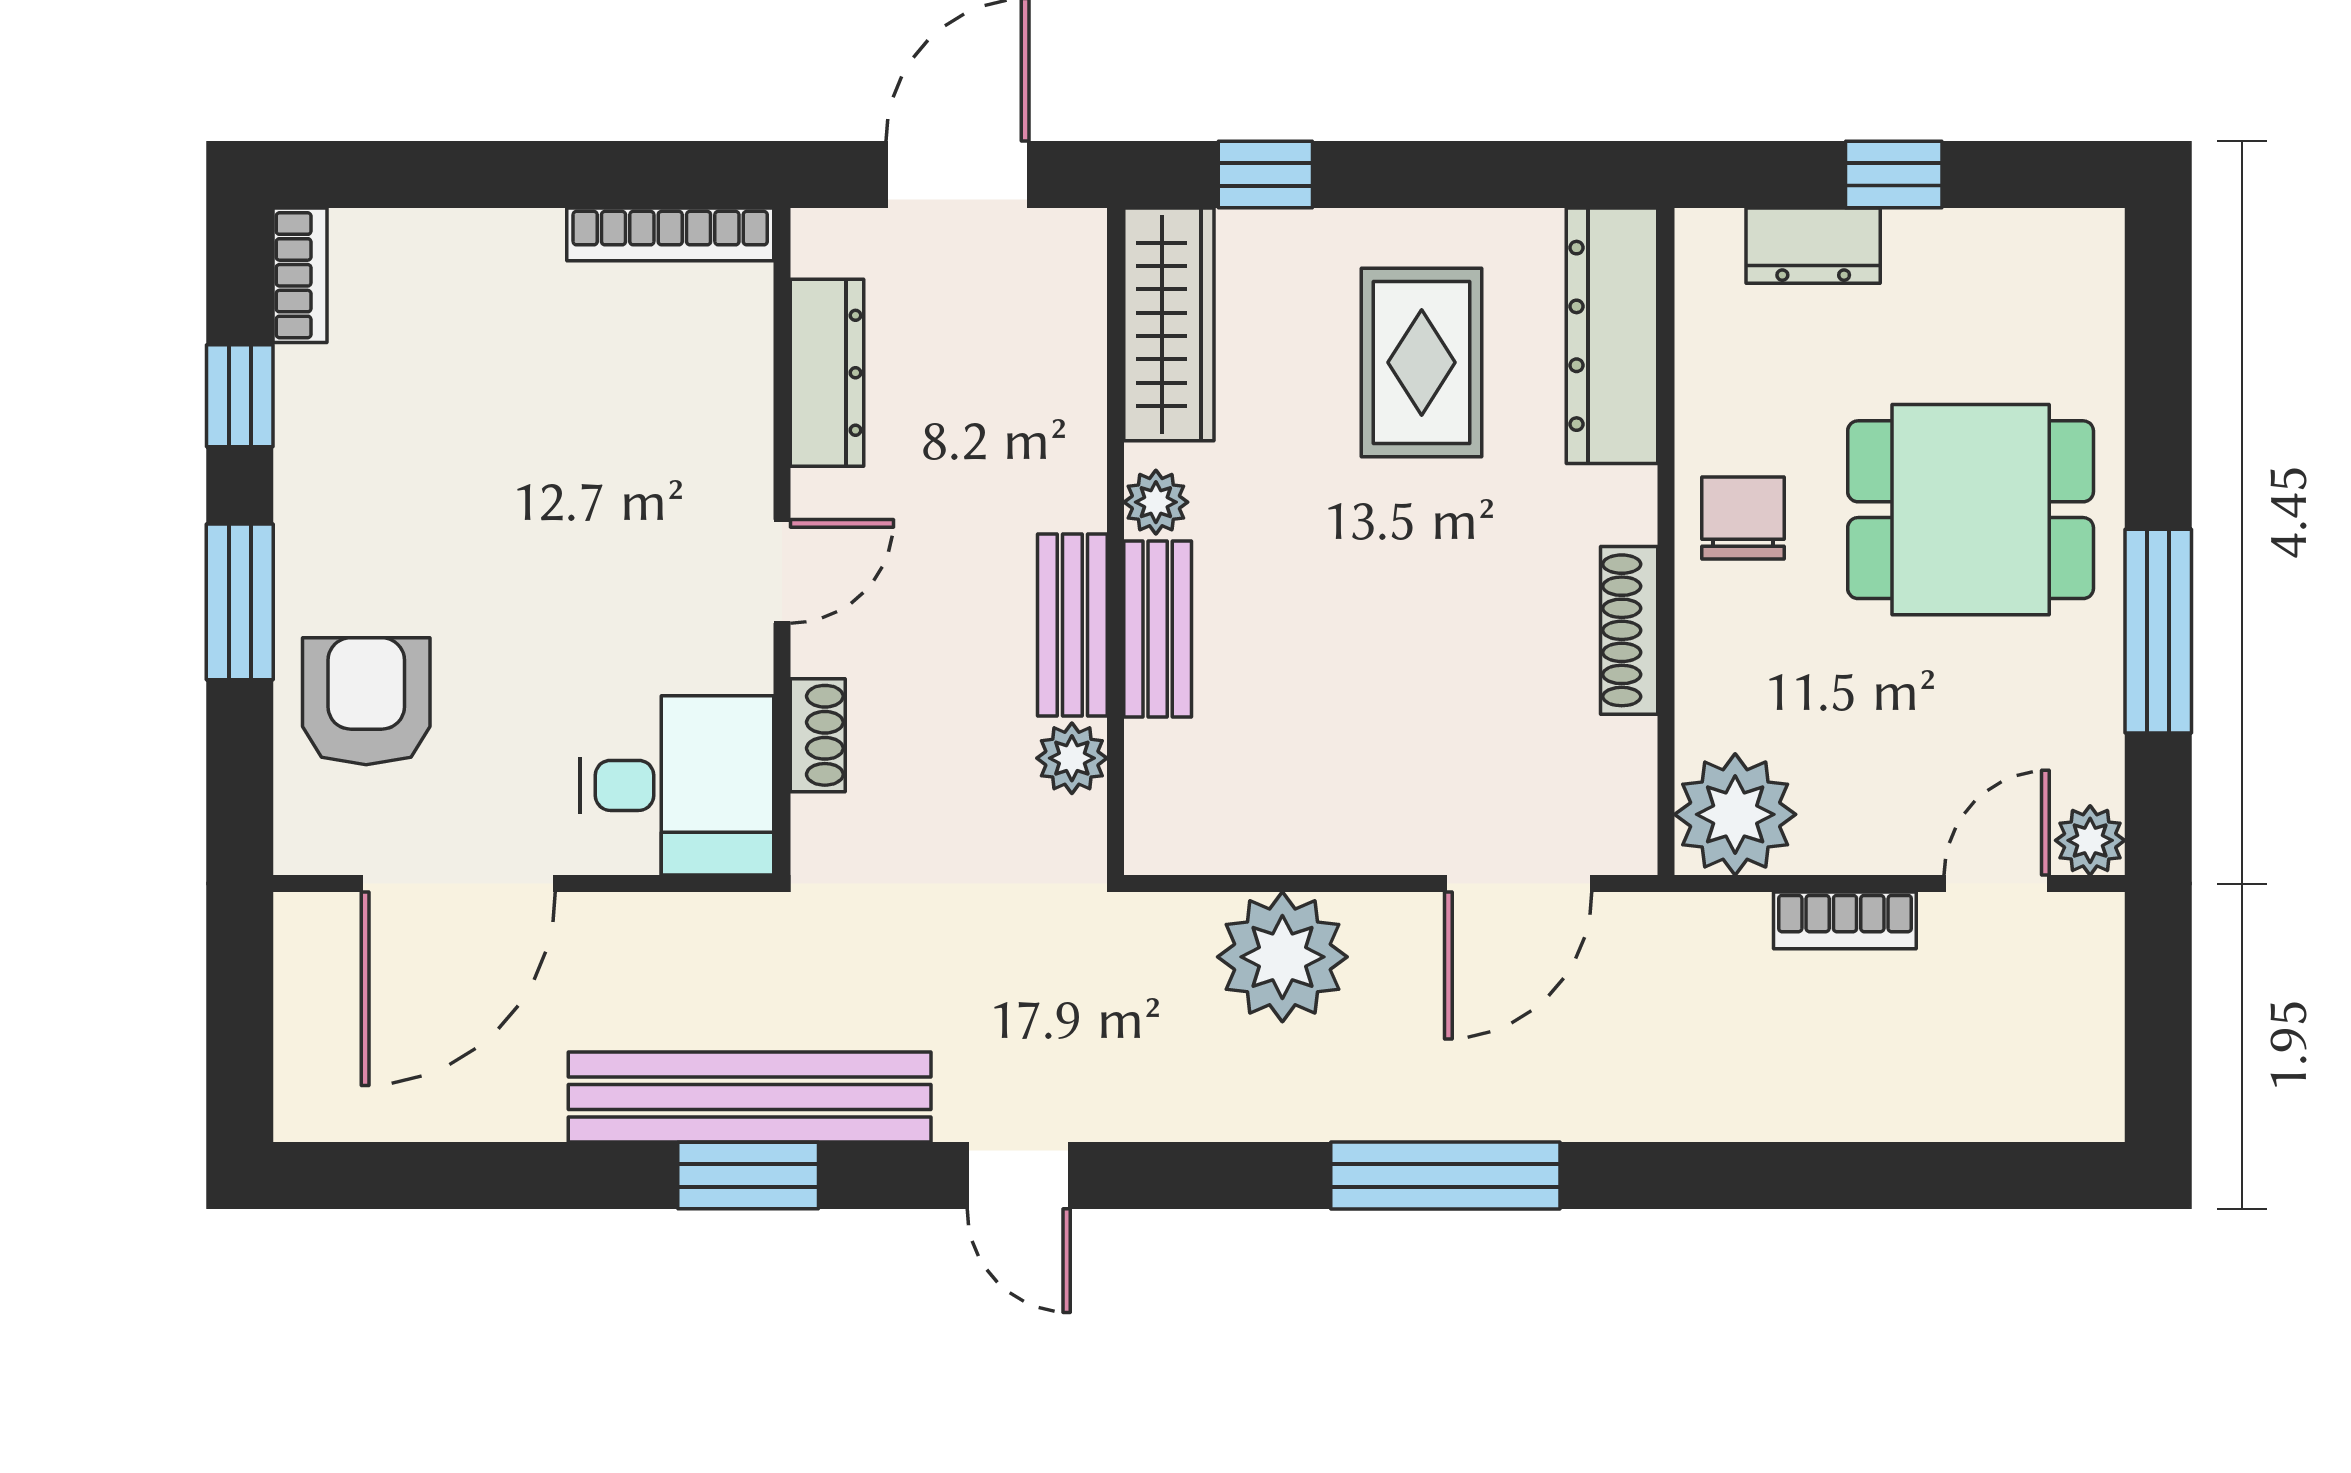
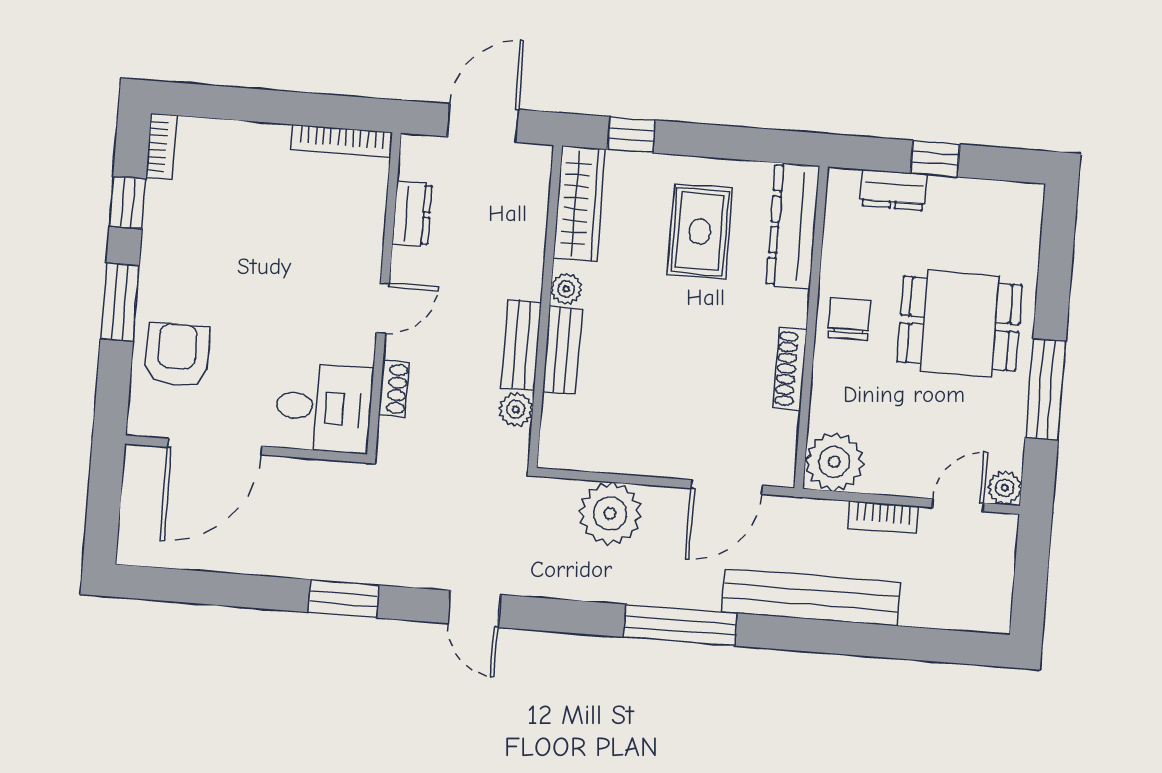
dresser: (827, 373) -> (412, 214), width x0.70
bench: (750, 1097) -> (811, 597), moved

